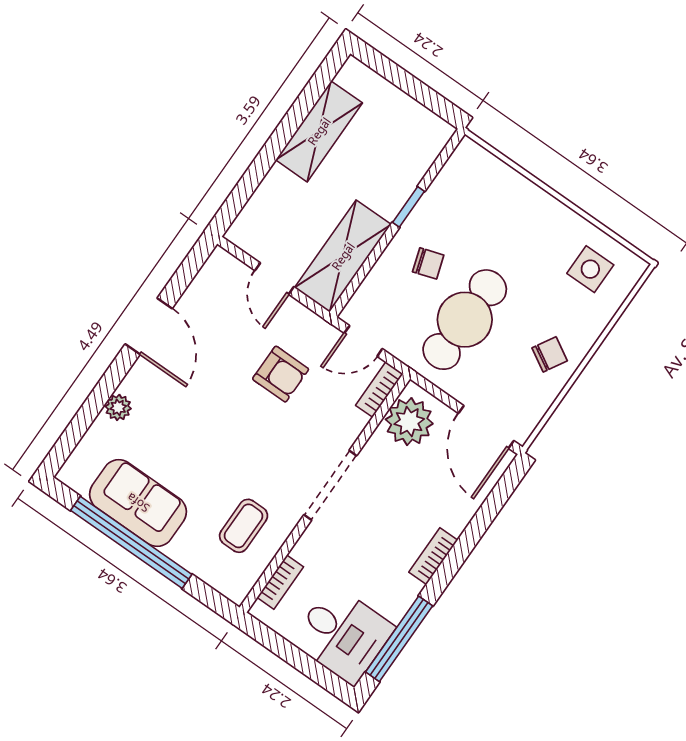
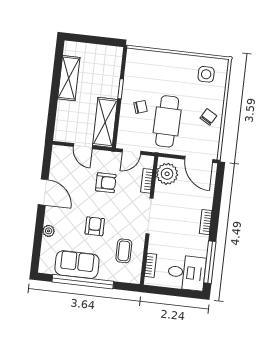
bookcase: (379, 390) -> (147, 181), moved
armchair: (213, 447) -> (95, 226), added

